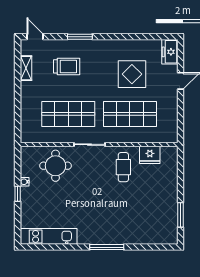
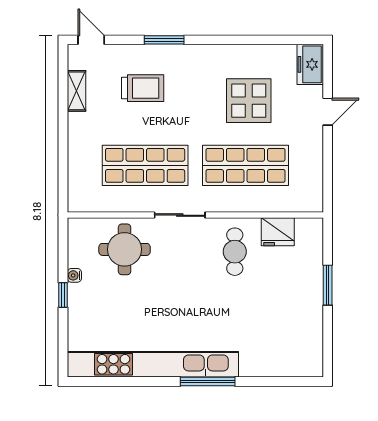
window: (181, 215) -> (328, 285), moved
kitchen unit: (49, 236) -> (153, 364), width x1.86

